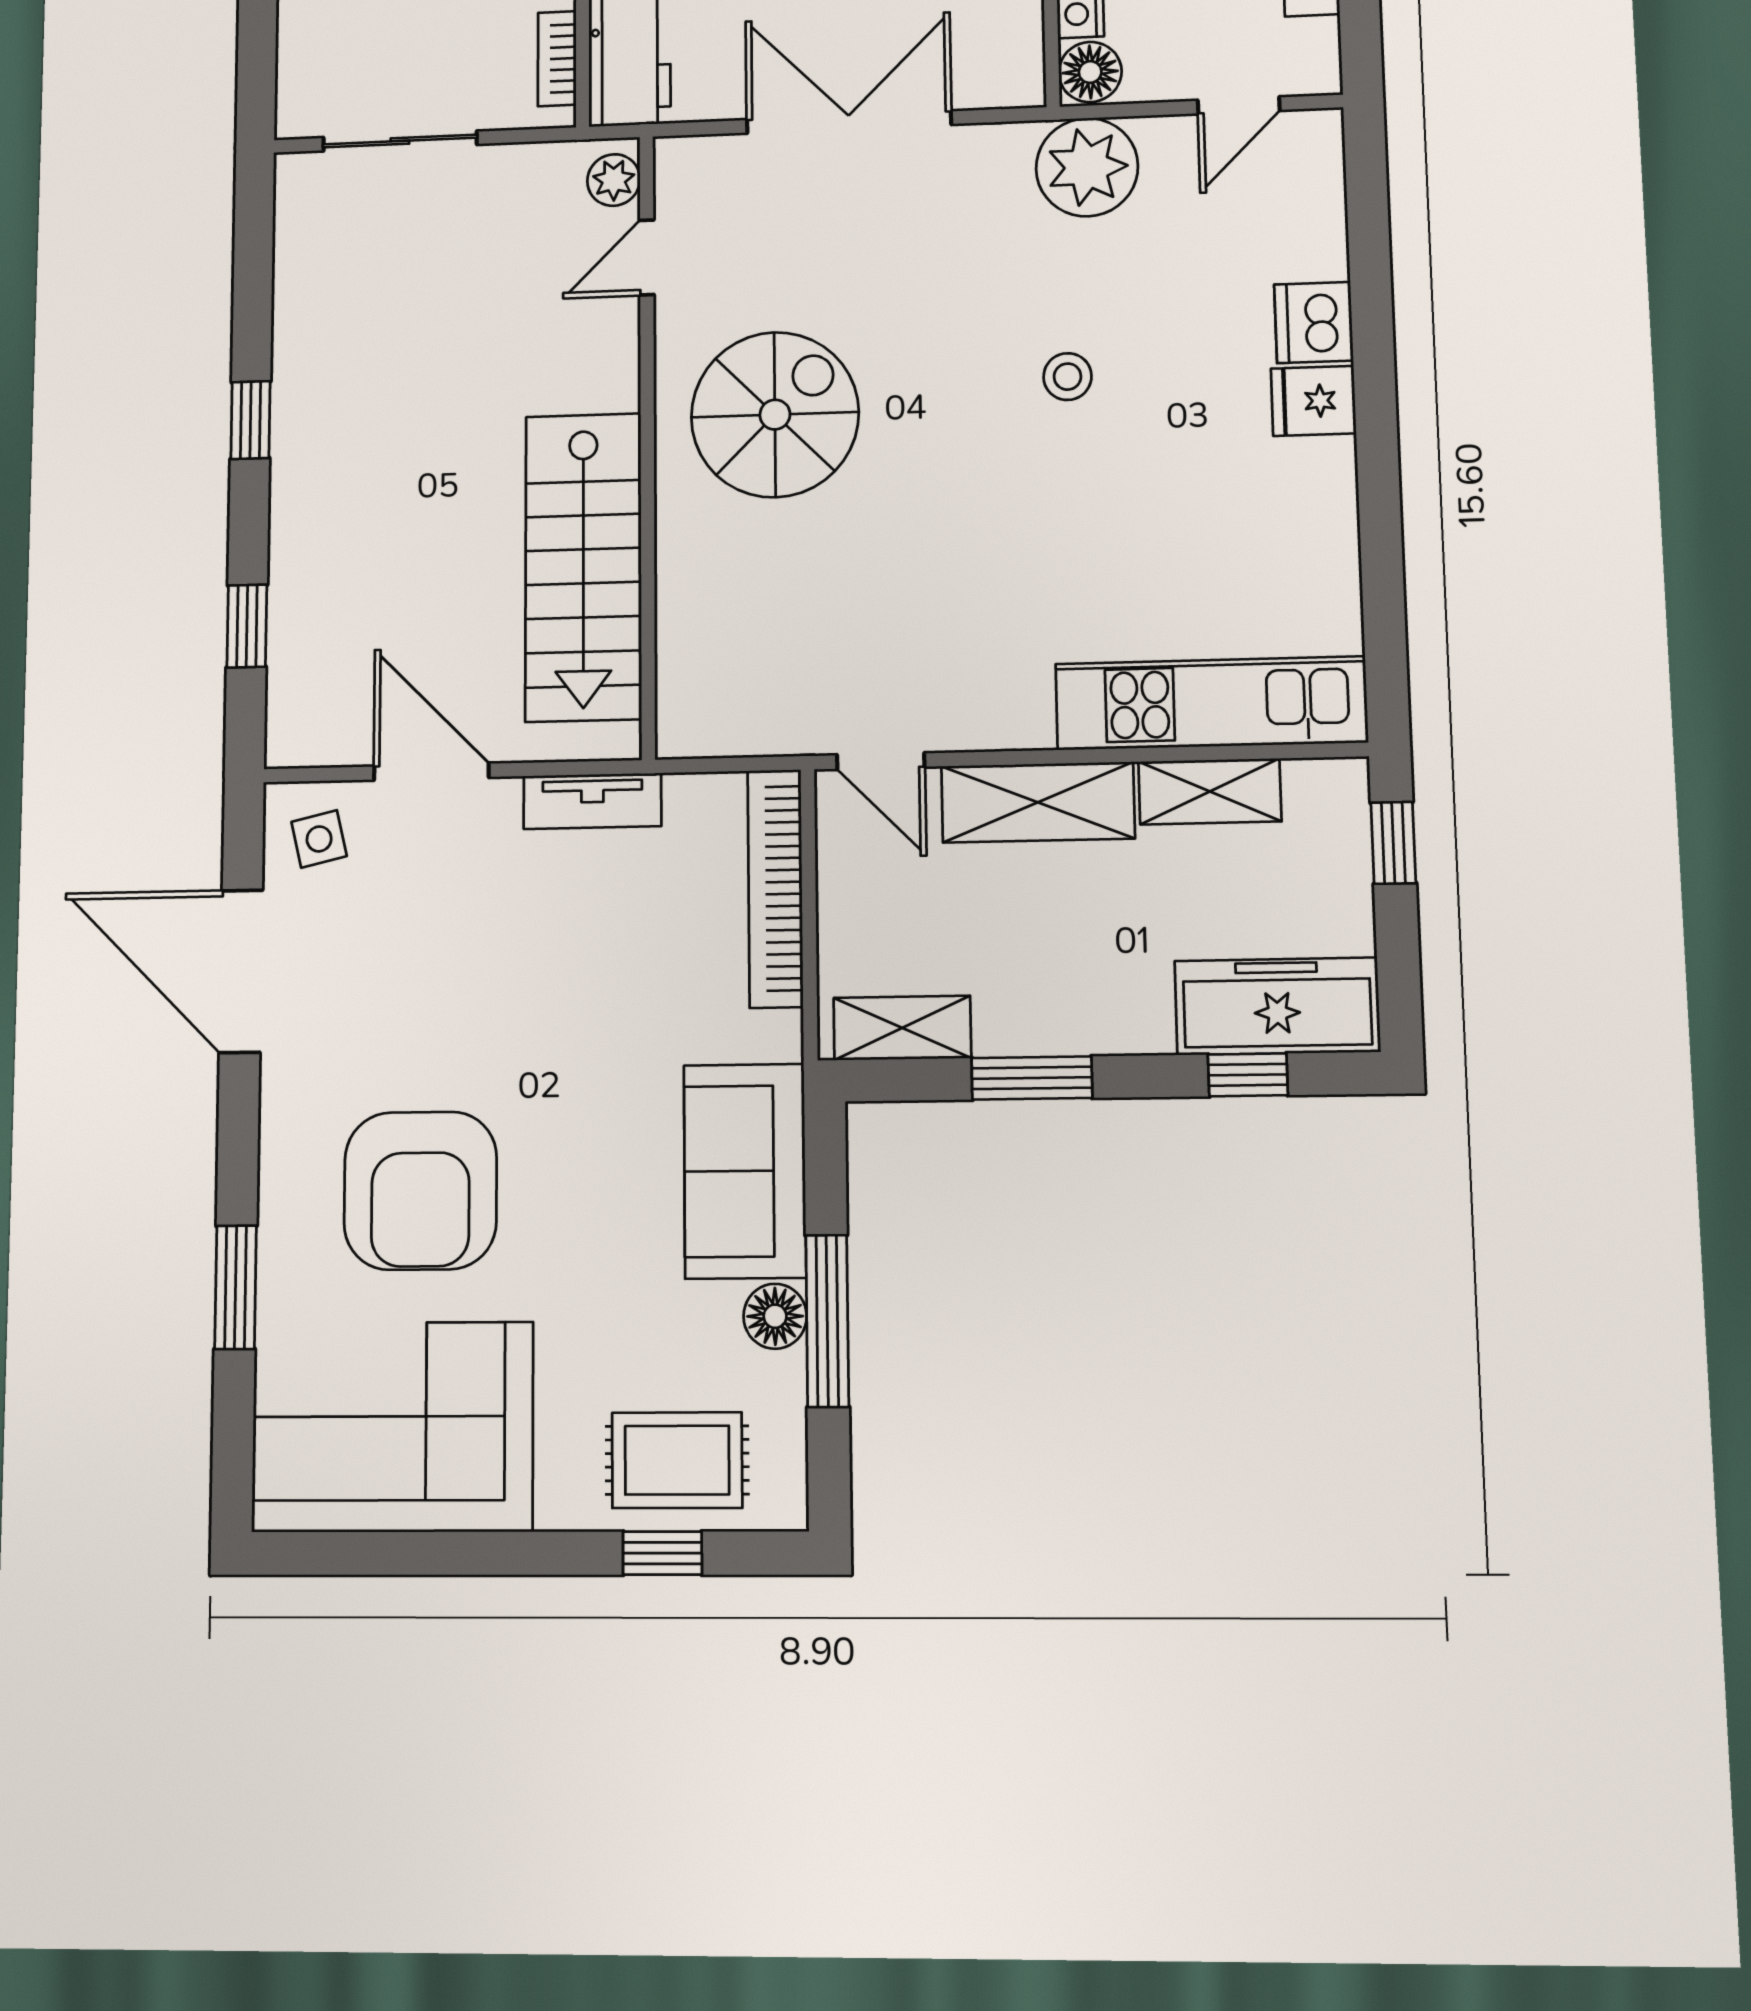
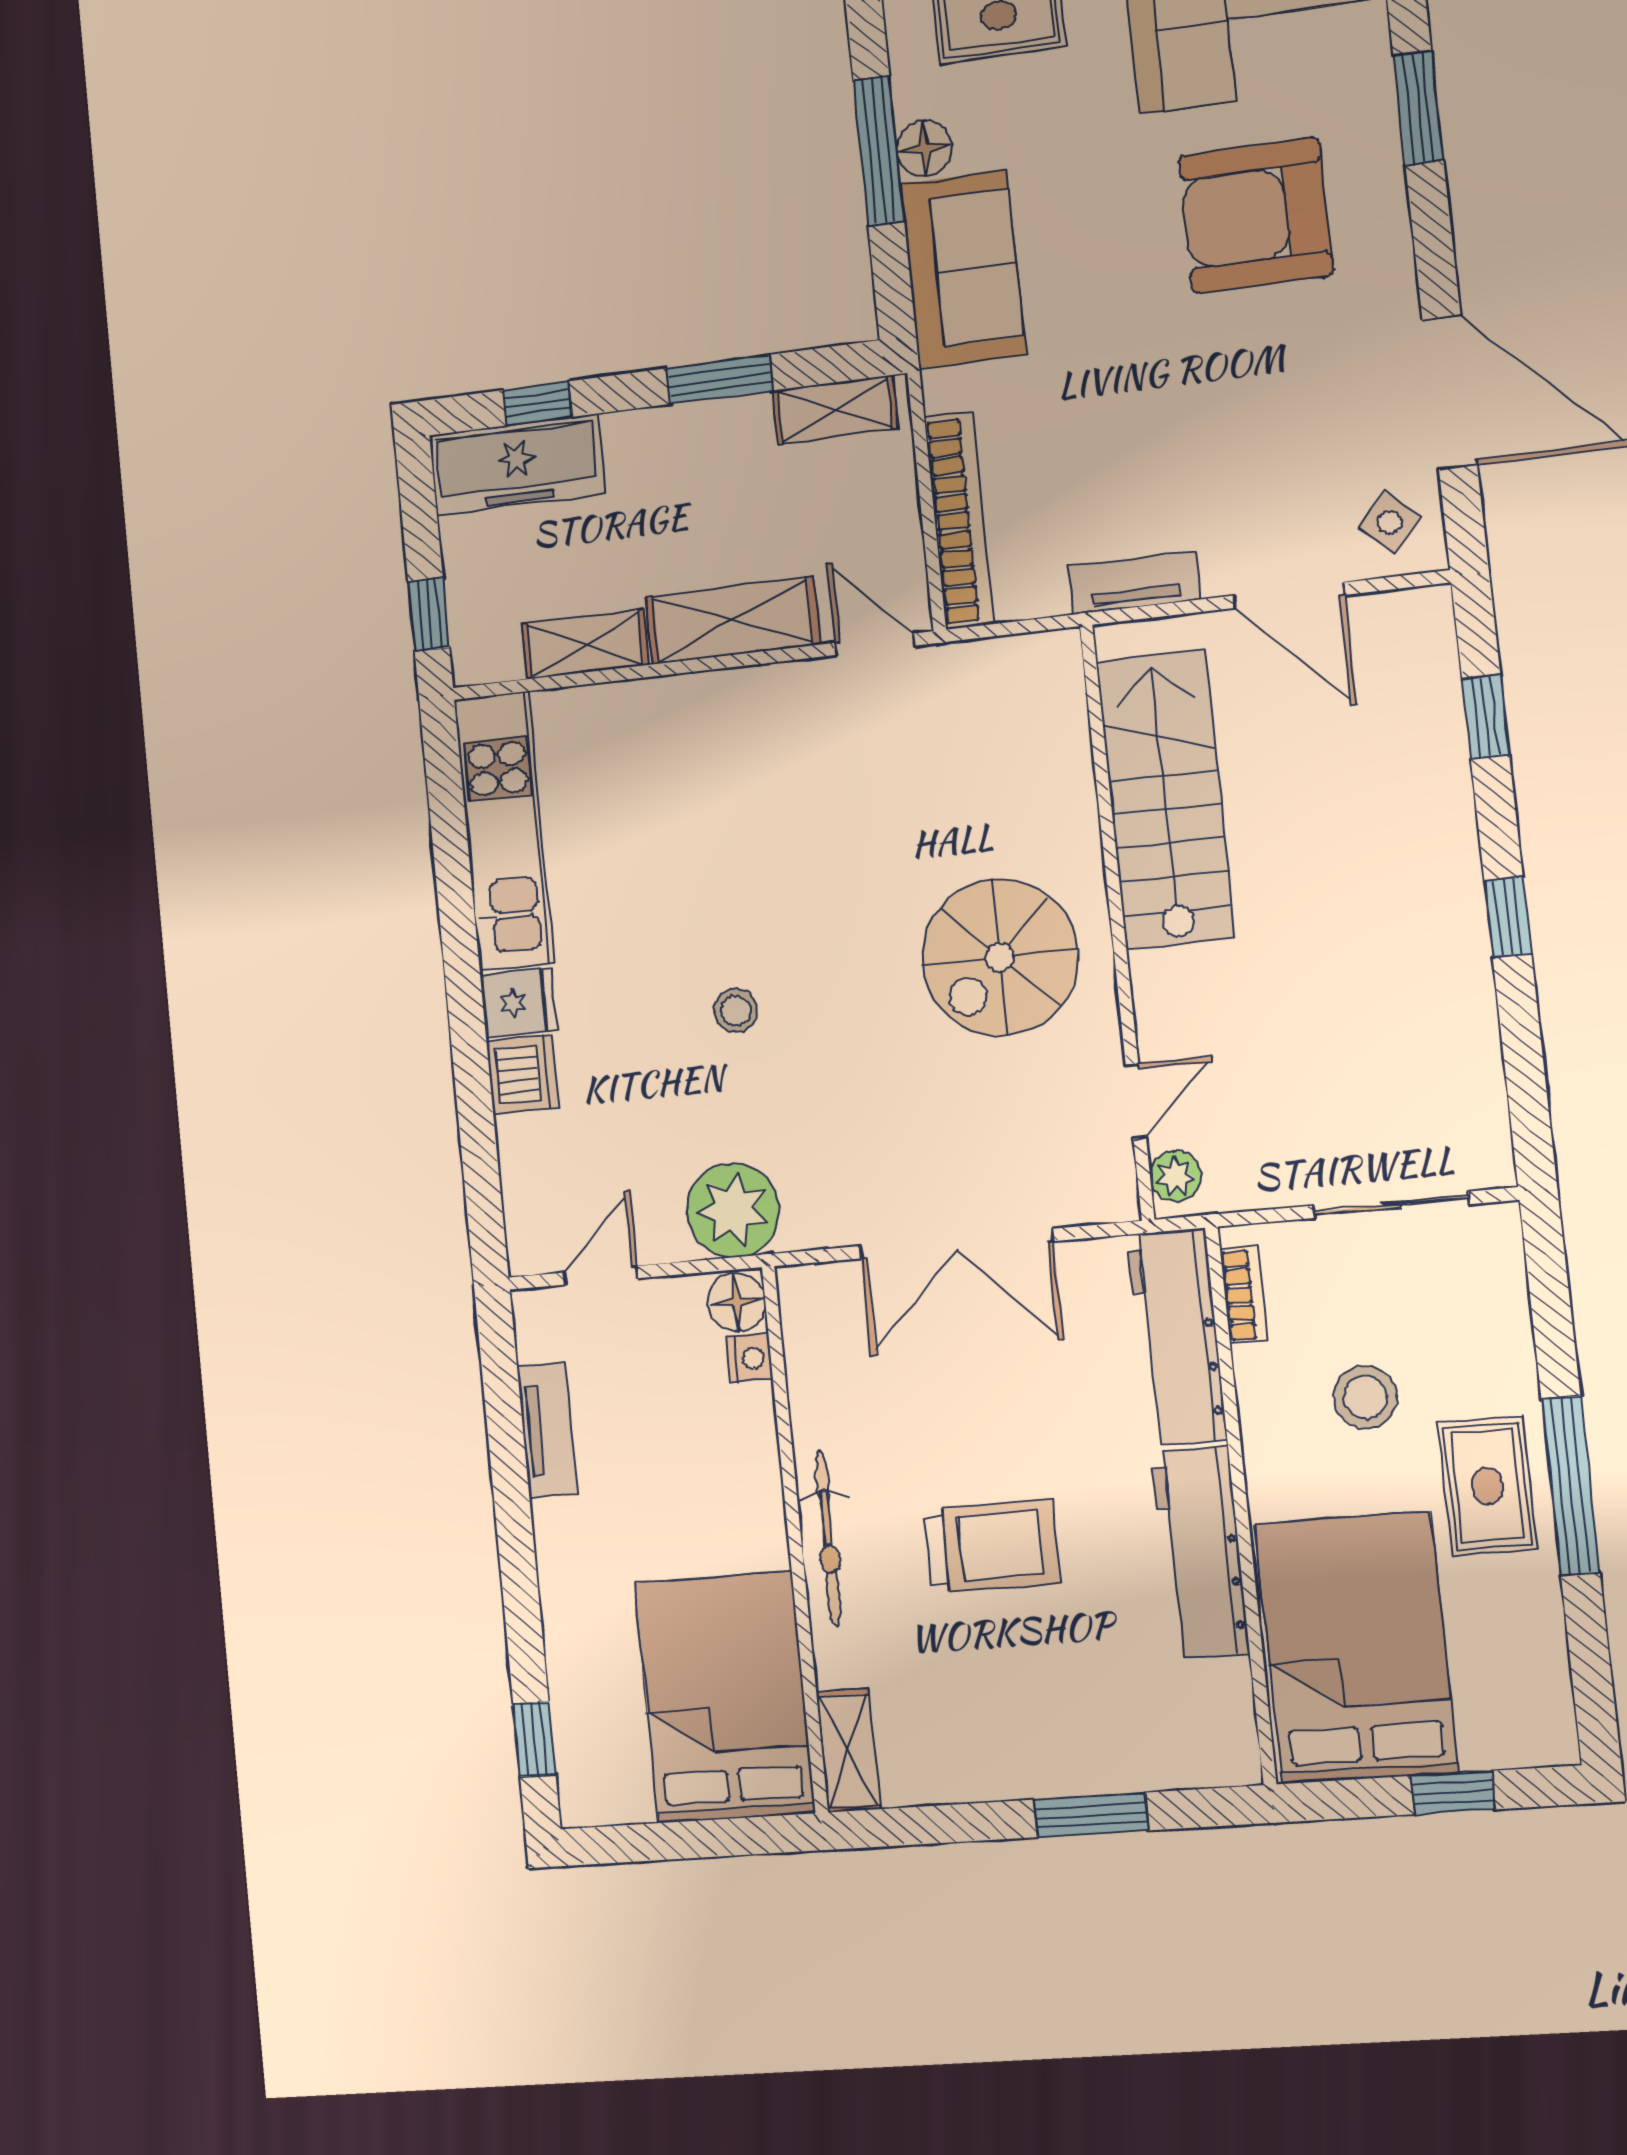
kitchen unit: (1211, 703) -> (504, 831), moved, turned -90
side table: (319, 839) -> (1390, 522), turned -35
armchair: (420, 1191) -> (1255, 215), turned -90

